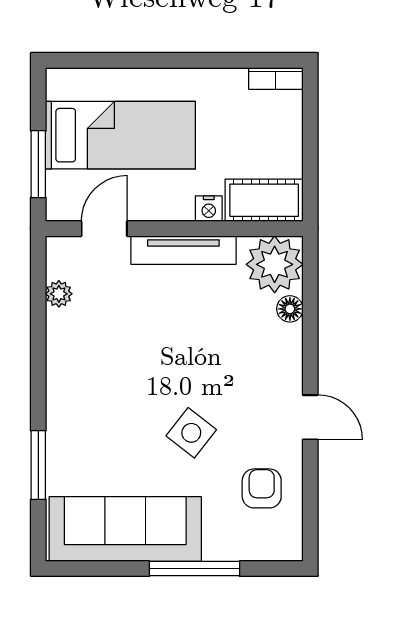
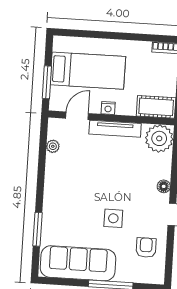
nightstand: (209, 209) -> (108, 108), moved
floor lamp: (290, 309) -> (164, 186), moved
side table: (191, 433) -> (113, 218), turned -38

